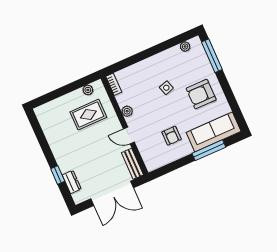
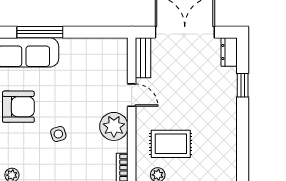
plant: (127, 111) -> (114, 126), width x1.88, depth x1.88
armchair: (172, 136) -> (79, 71), removed
dresser: (72, 182) -> (229, 52), moved

